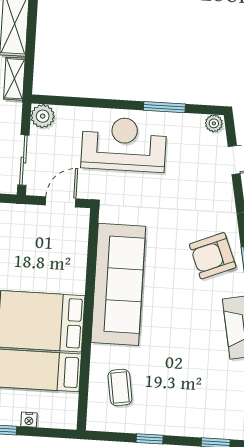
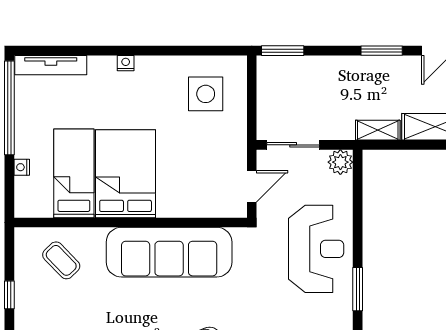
door: (61, 202) -> (252, 186), hinge flipped
coffee table: (120, 387) -> (61, 260), turned 55

